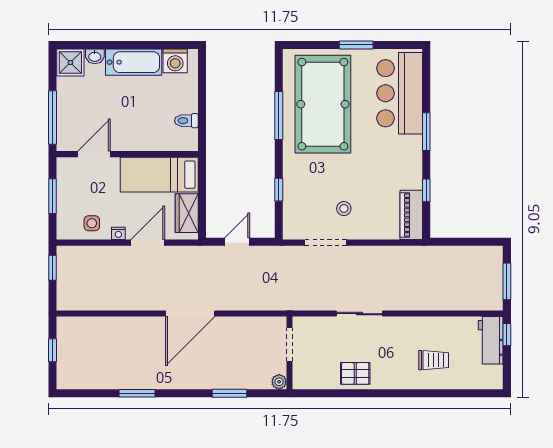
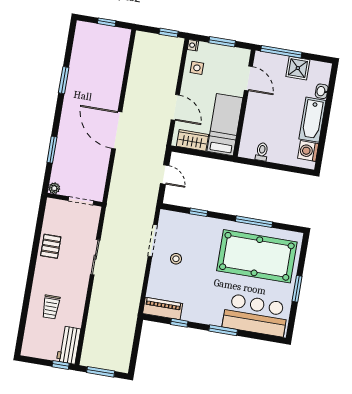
shower: (70, 63) -> (298, 68), moved
nightstand: (118, 233) -> (193, 45), moved
workbench: (491, 340) -> (69, 345), moved, turned -90

